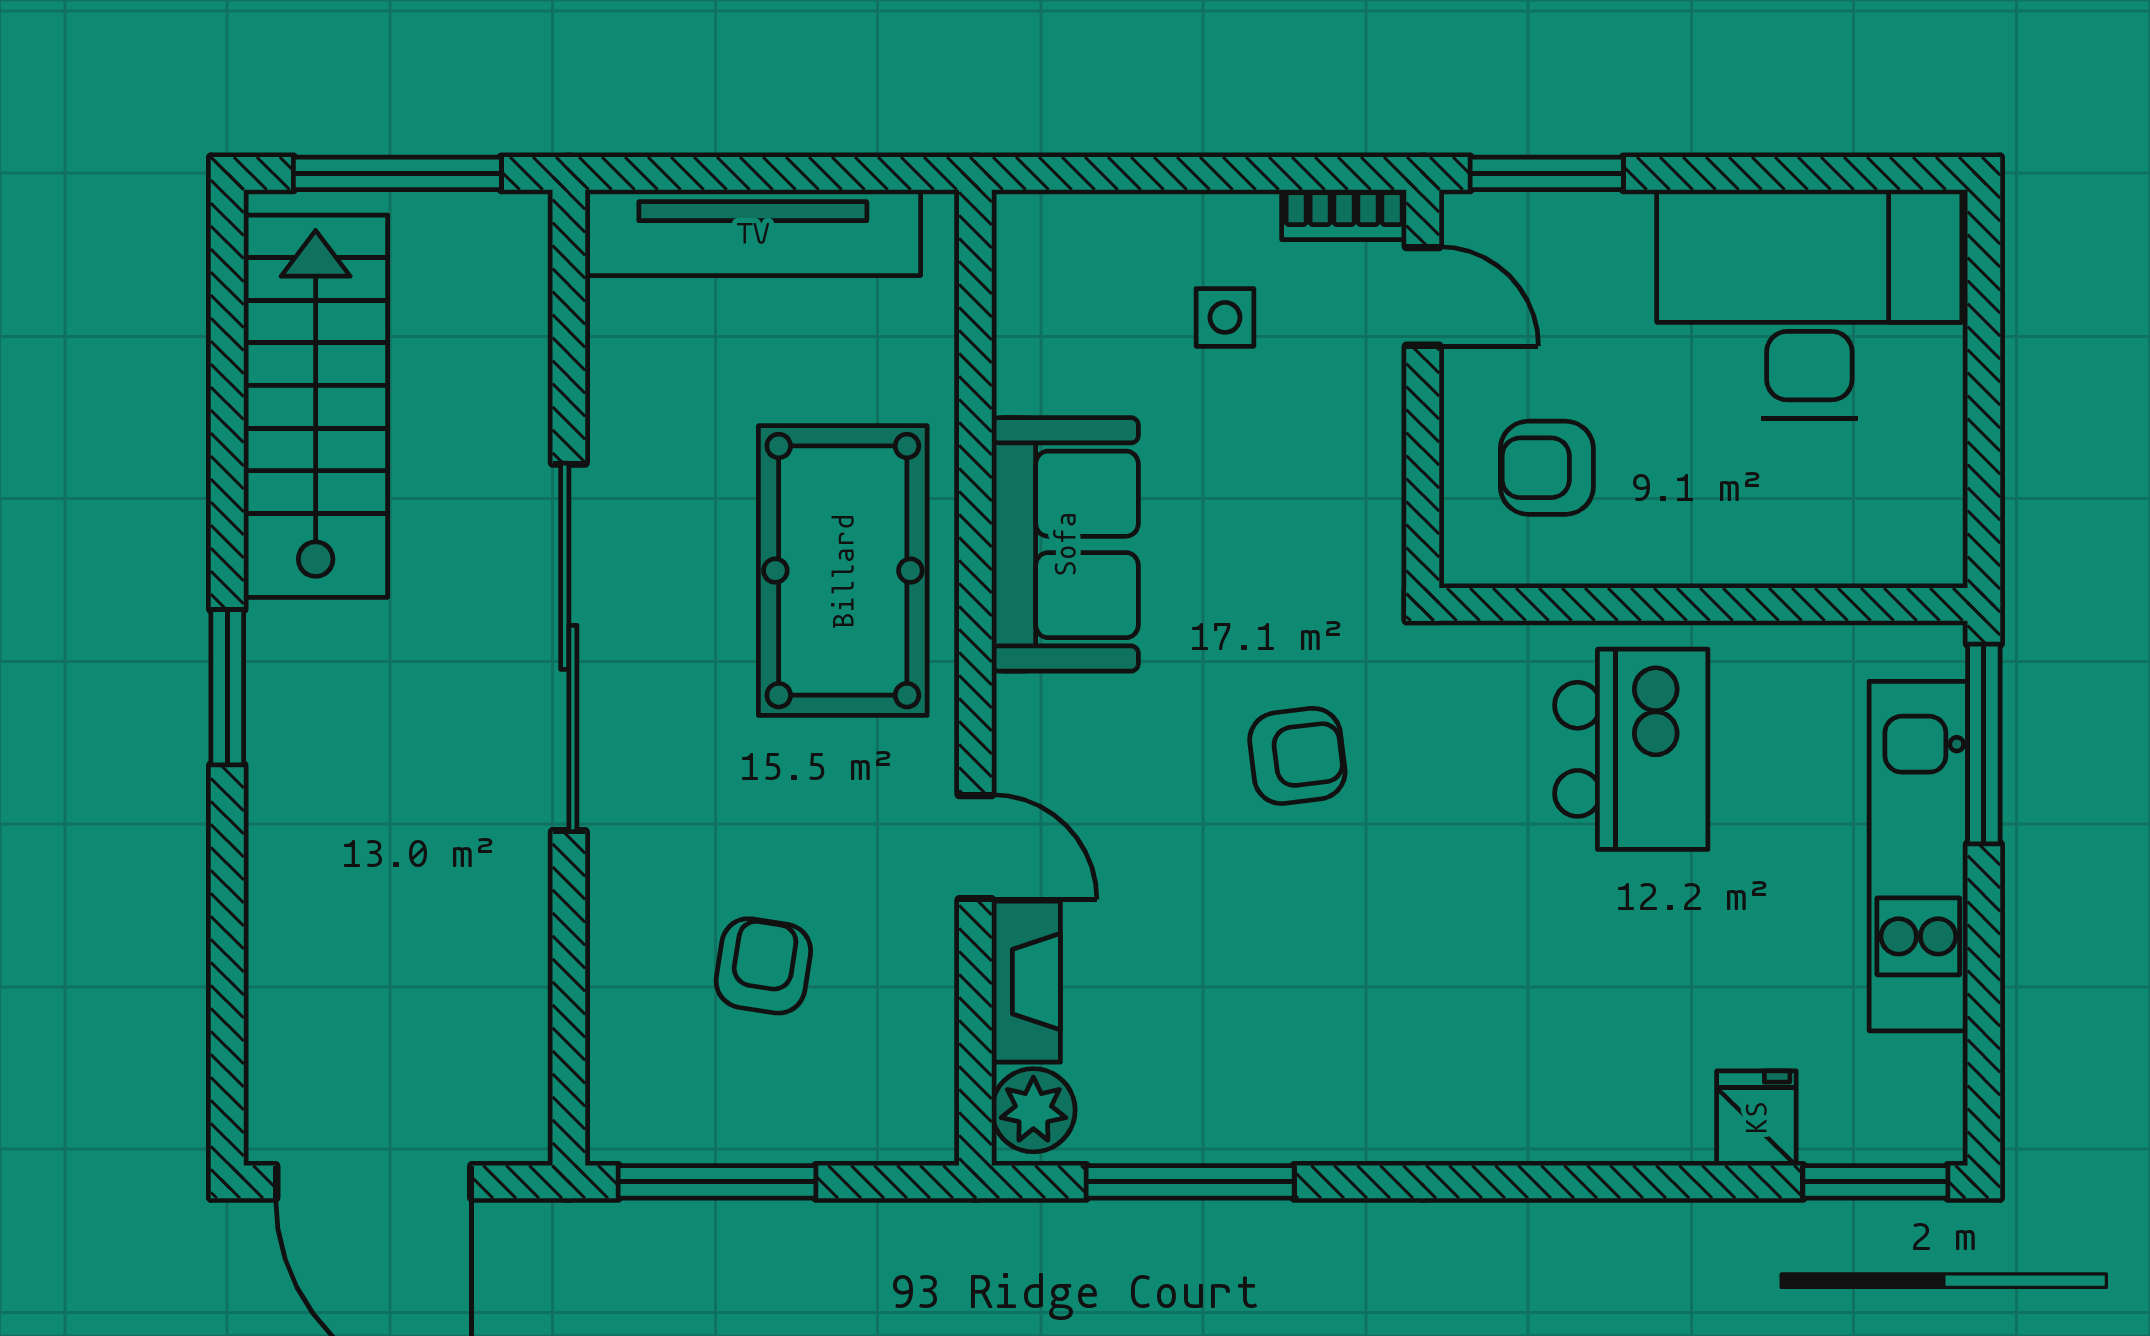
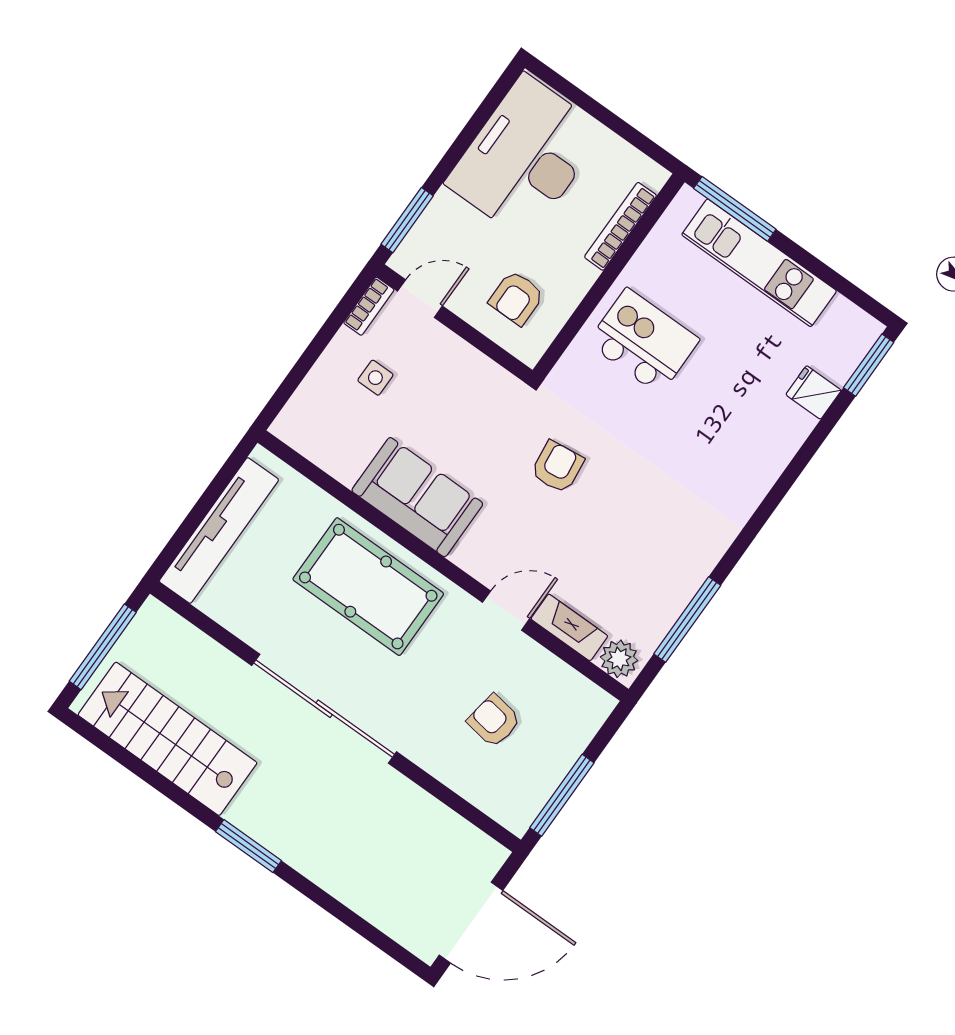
bookcase: (1807, 562) -> (620, 226), added

